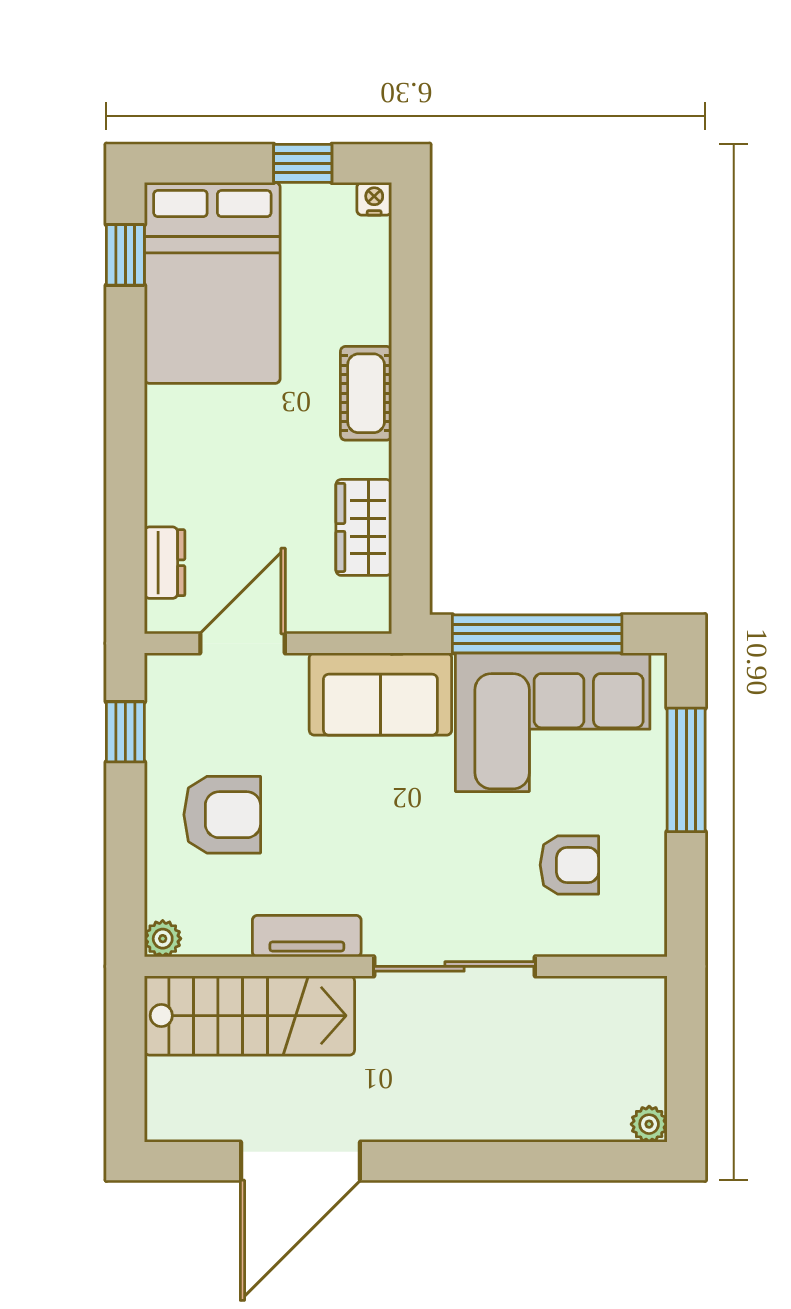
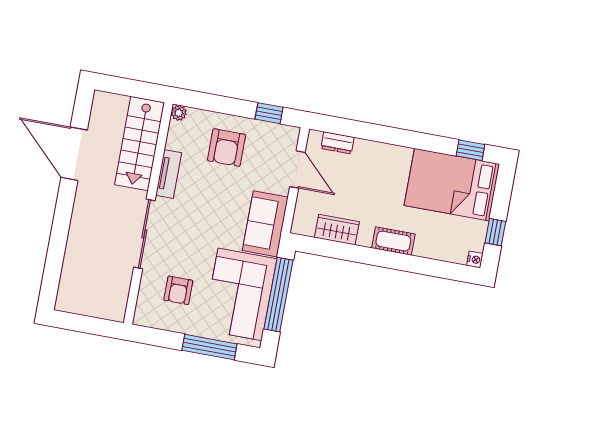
plant: (649, 1124) -> (63, 304), removed

